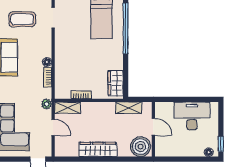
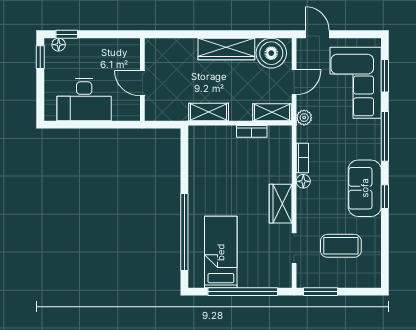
wardrobe: (116, 83) -> (281, 204), moved, turned 180
shelving: (129, 108) -> (209, 112), moved
door: (53, 127) -> (294, 82), swing flipped
boiler: (141, 147) -> (271, 53), moved
window: (203, 159) -> (67, 34), added

